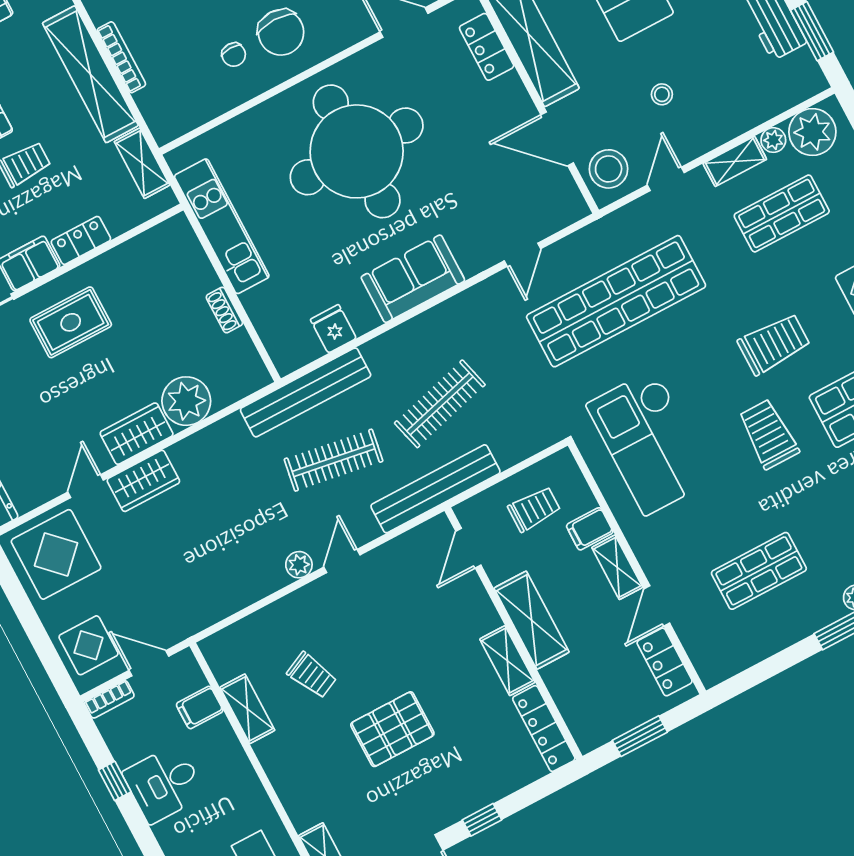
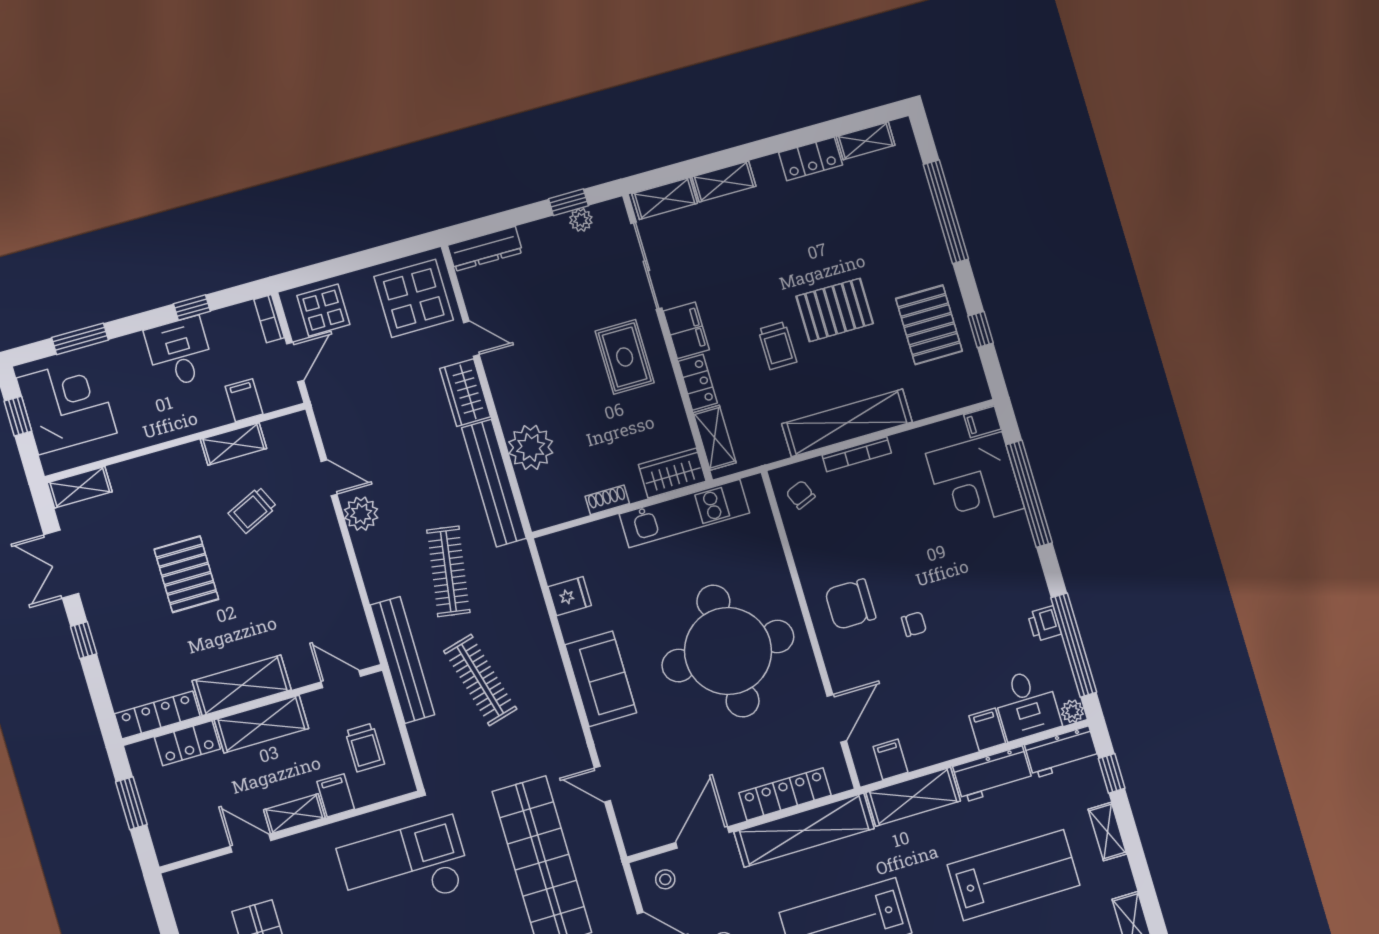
locker: (487, 47) -> (785, 794), width x1.53
chair: (234, 55) -> (801, 495), moved, turned 70
shelving: (142, 163) -> (715, 438), moved, turned 90
stool: (609, 169) -> (665, 879), width x0.53, depth x0.53
bench: (306, 392) -> (494, 483), moved
wardrobe: (137, 434) -> (672, 473), moved, turned -90
door: (342, 561) -> (329, 478), moved
plant: (299, 565) -> (361, 514), width x1.38, depth x1.38
shelving: (507, 661) -> (242, 685), width x1.50, depth x1.33
locker: (665, 662) -> (187, 743), moved, turned 180

